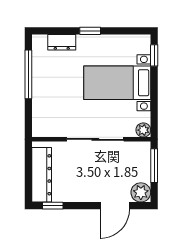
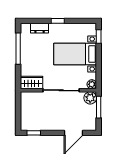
wardrobe: (49, 127) -> (32, 82), added
dresser: (42, 175) -> (27, 113), removed
plant: (141, 192) -> (90, 98), moved

